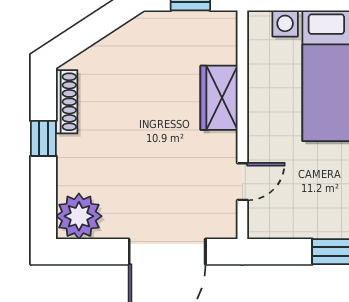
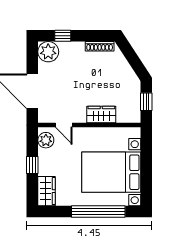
window: (43, 138) -> (63, 36), moved
plant: (276, 222) -> (46, 140), added

